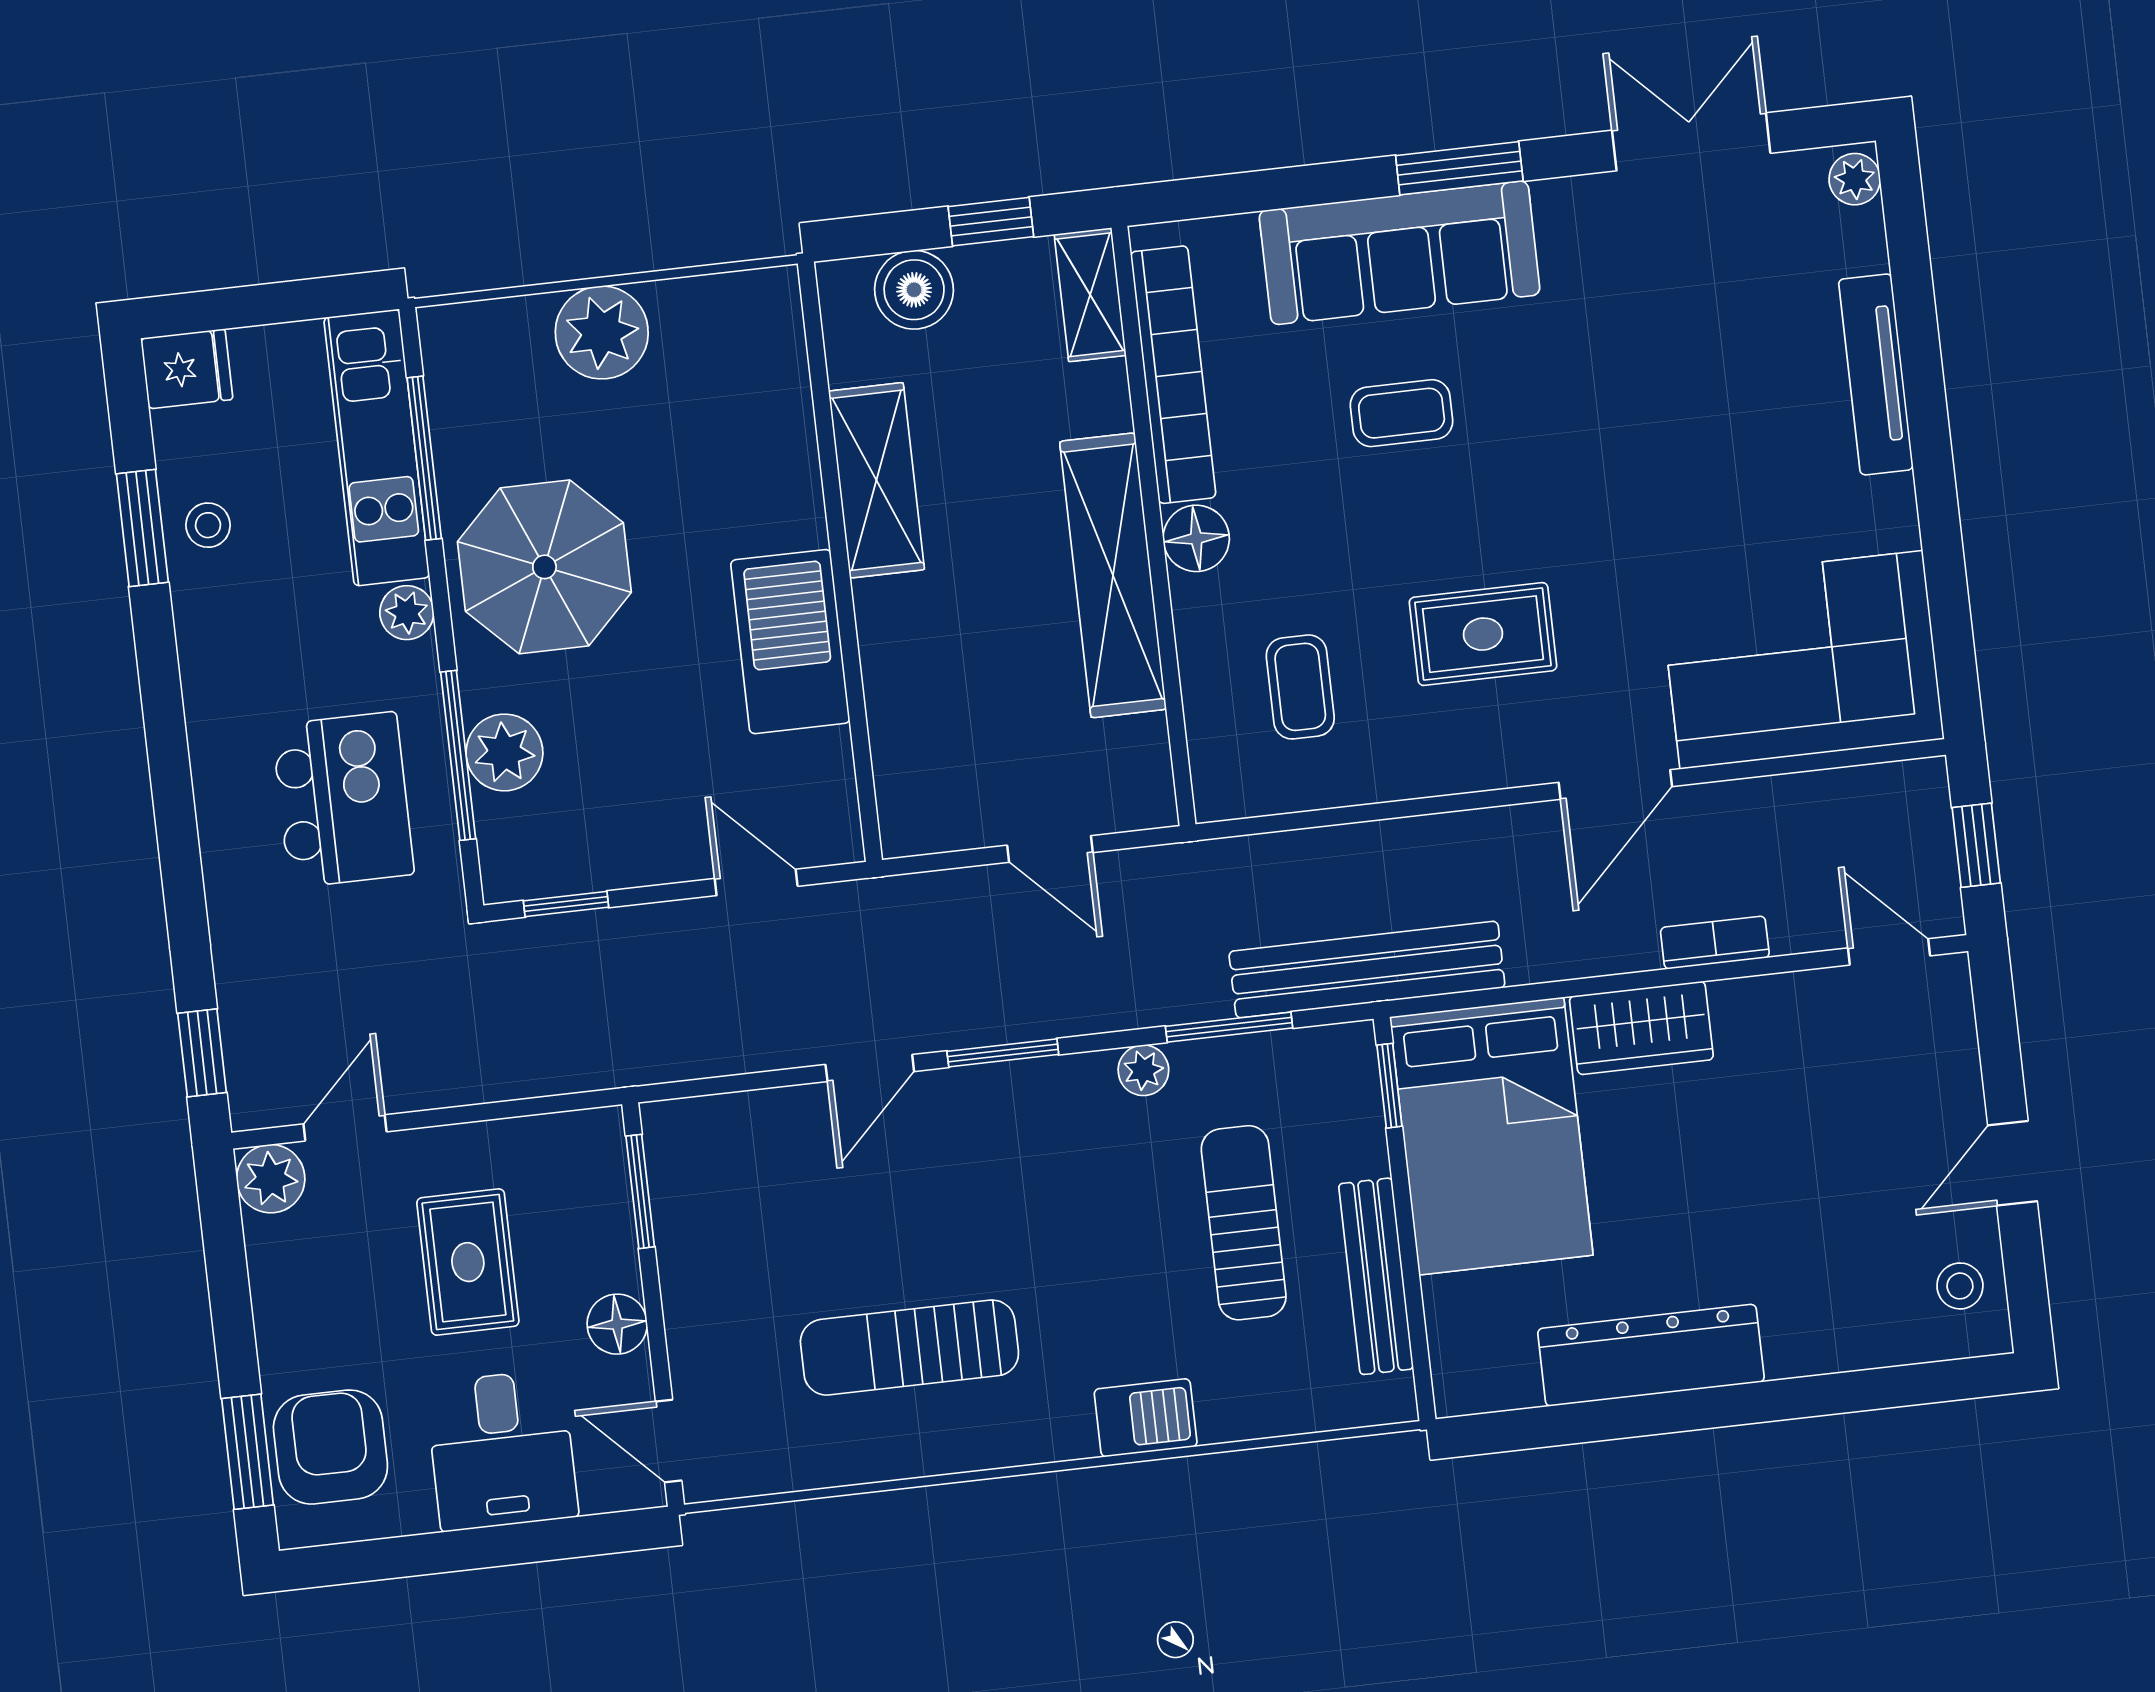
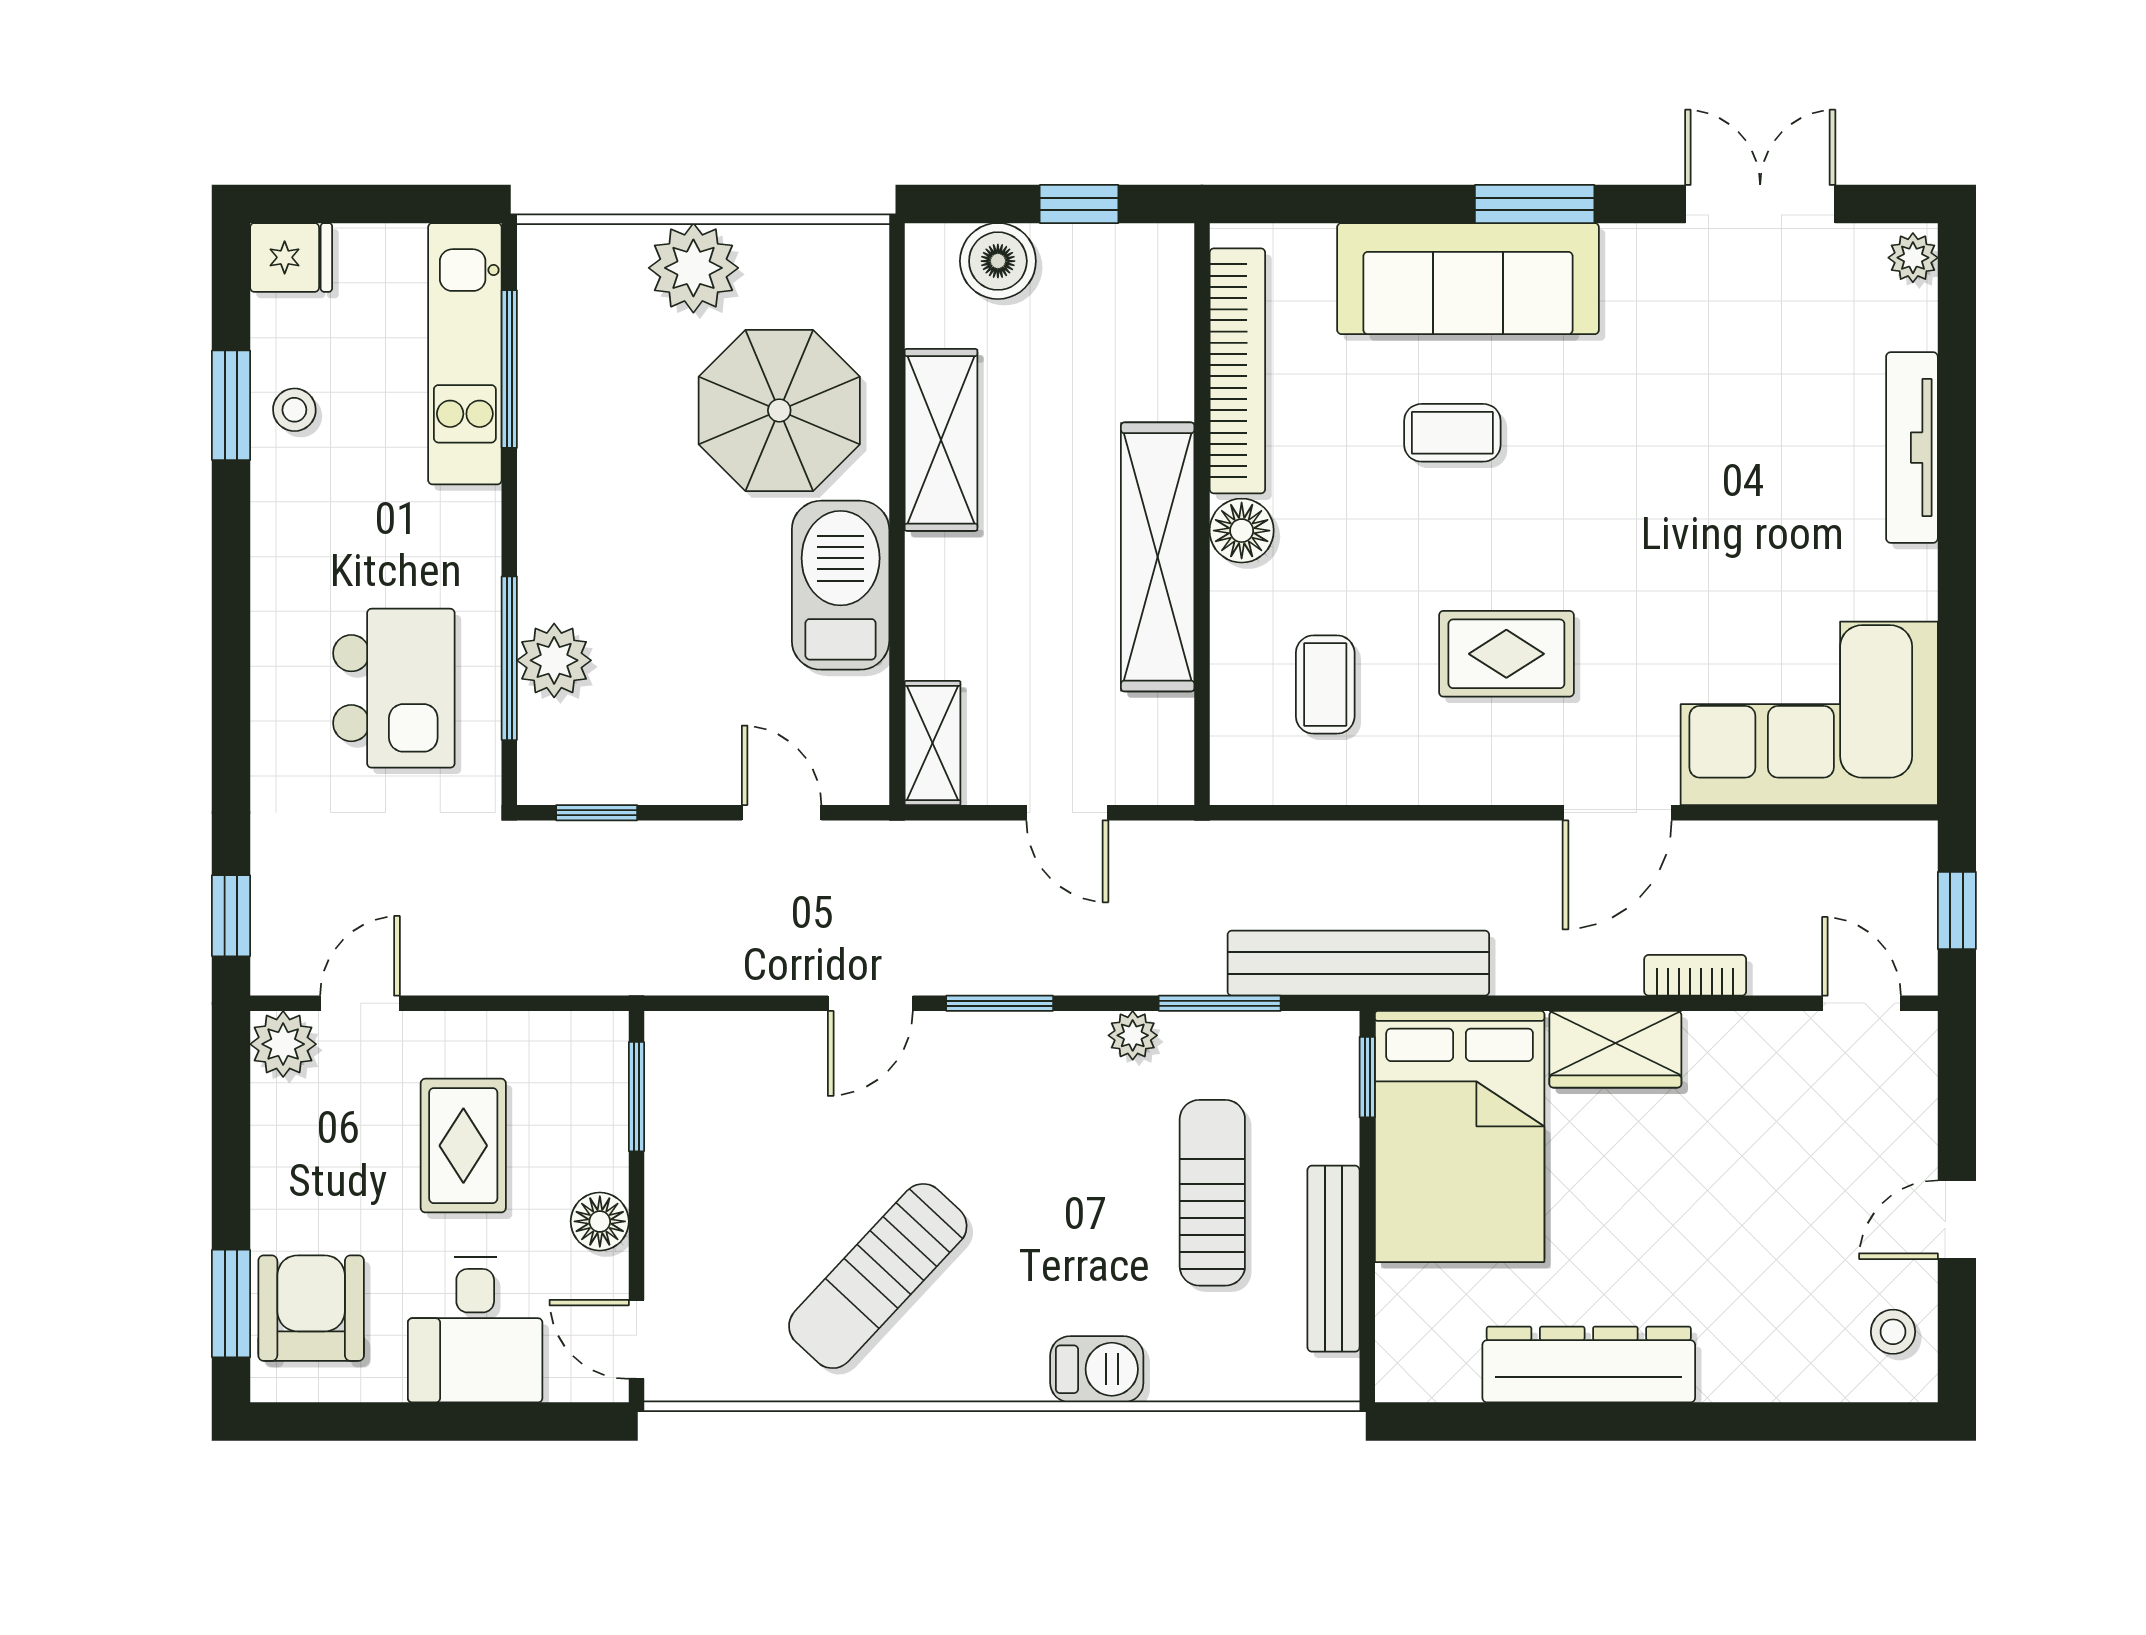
shelving: (1090, 295) -> (932, 743), moved
parasol: (544, 567) -> (779, 410), moved
plant: (407, 613) -> (476, 515), removed
sun lounger: (909, 1348) -> (878, 1276), turned -47

